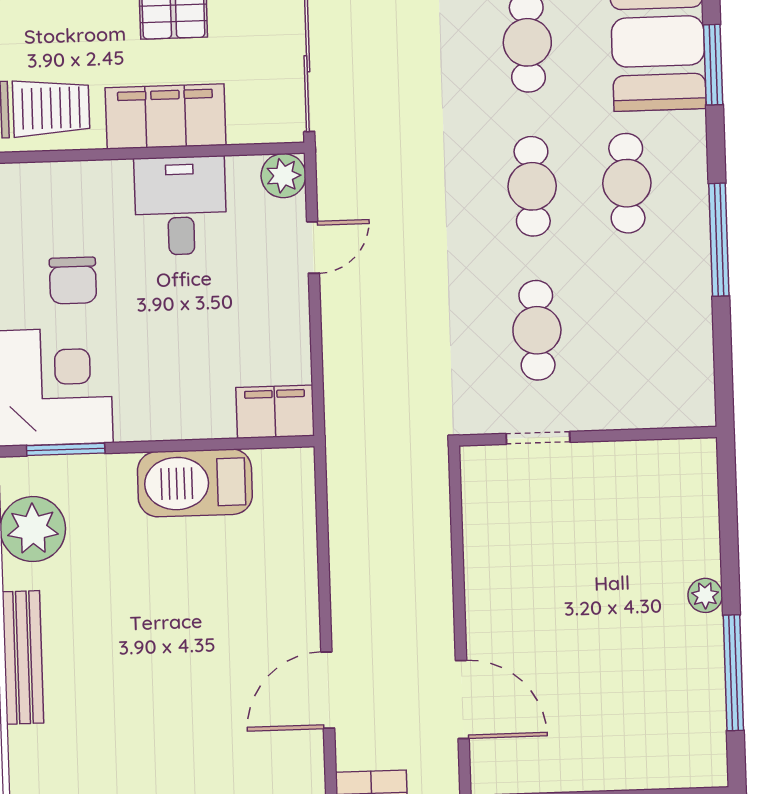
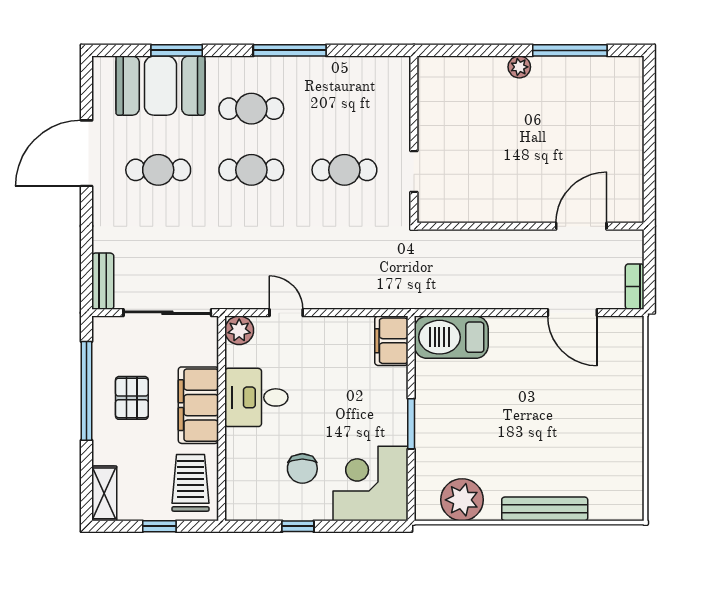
chair: (73, 280) -> (302, 469), turned 90
window: (66, 449) -> (411, 424), moved
barbecue: (195, 483) -> (451, 337), moved, turned 90

